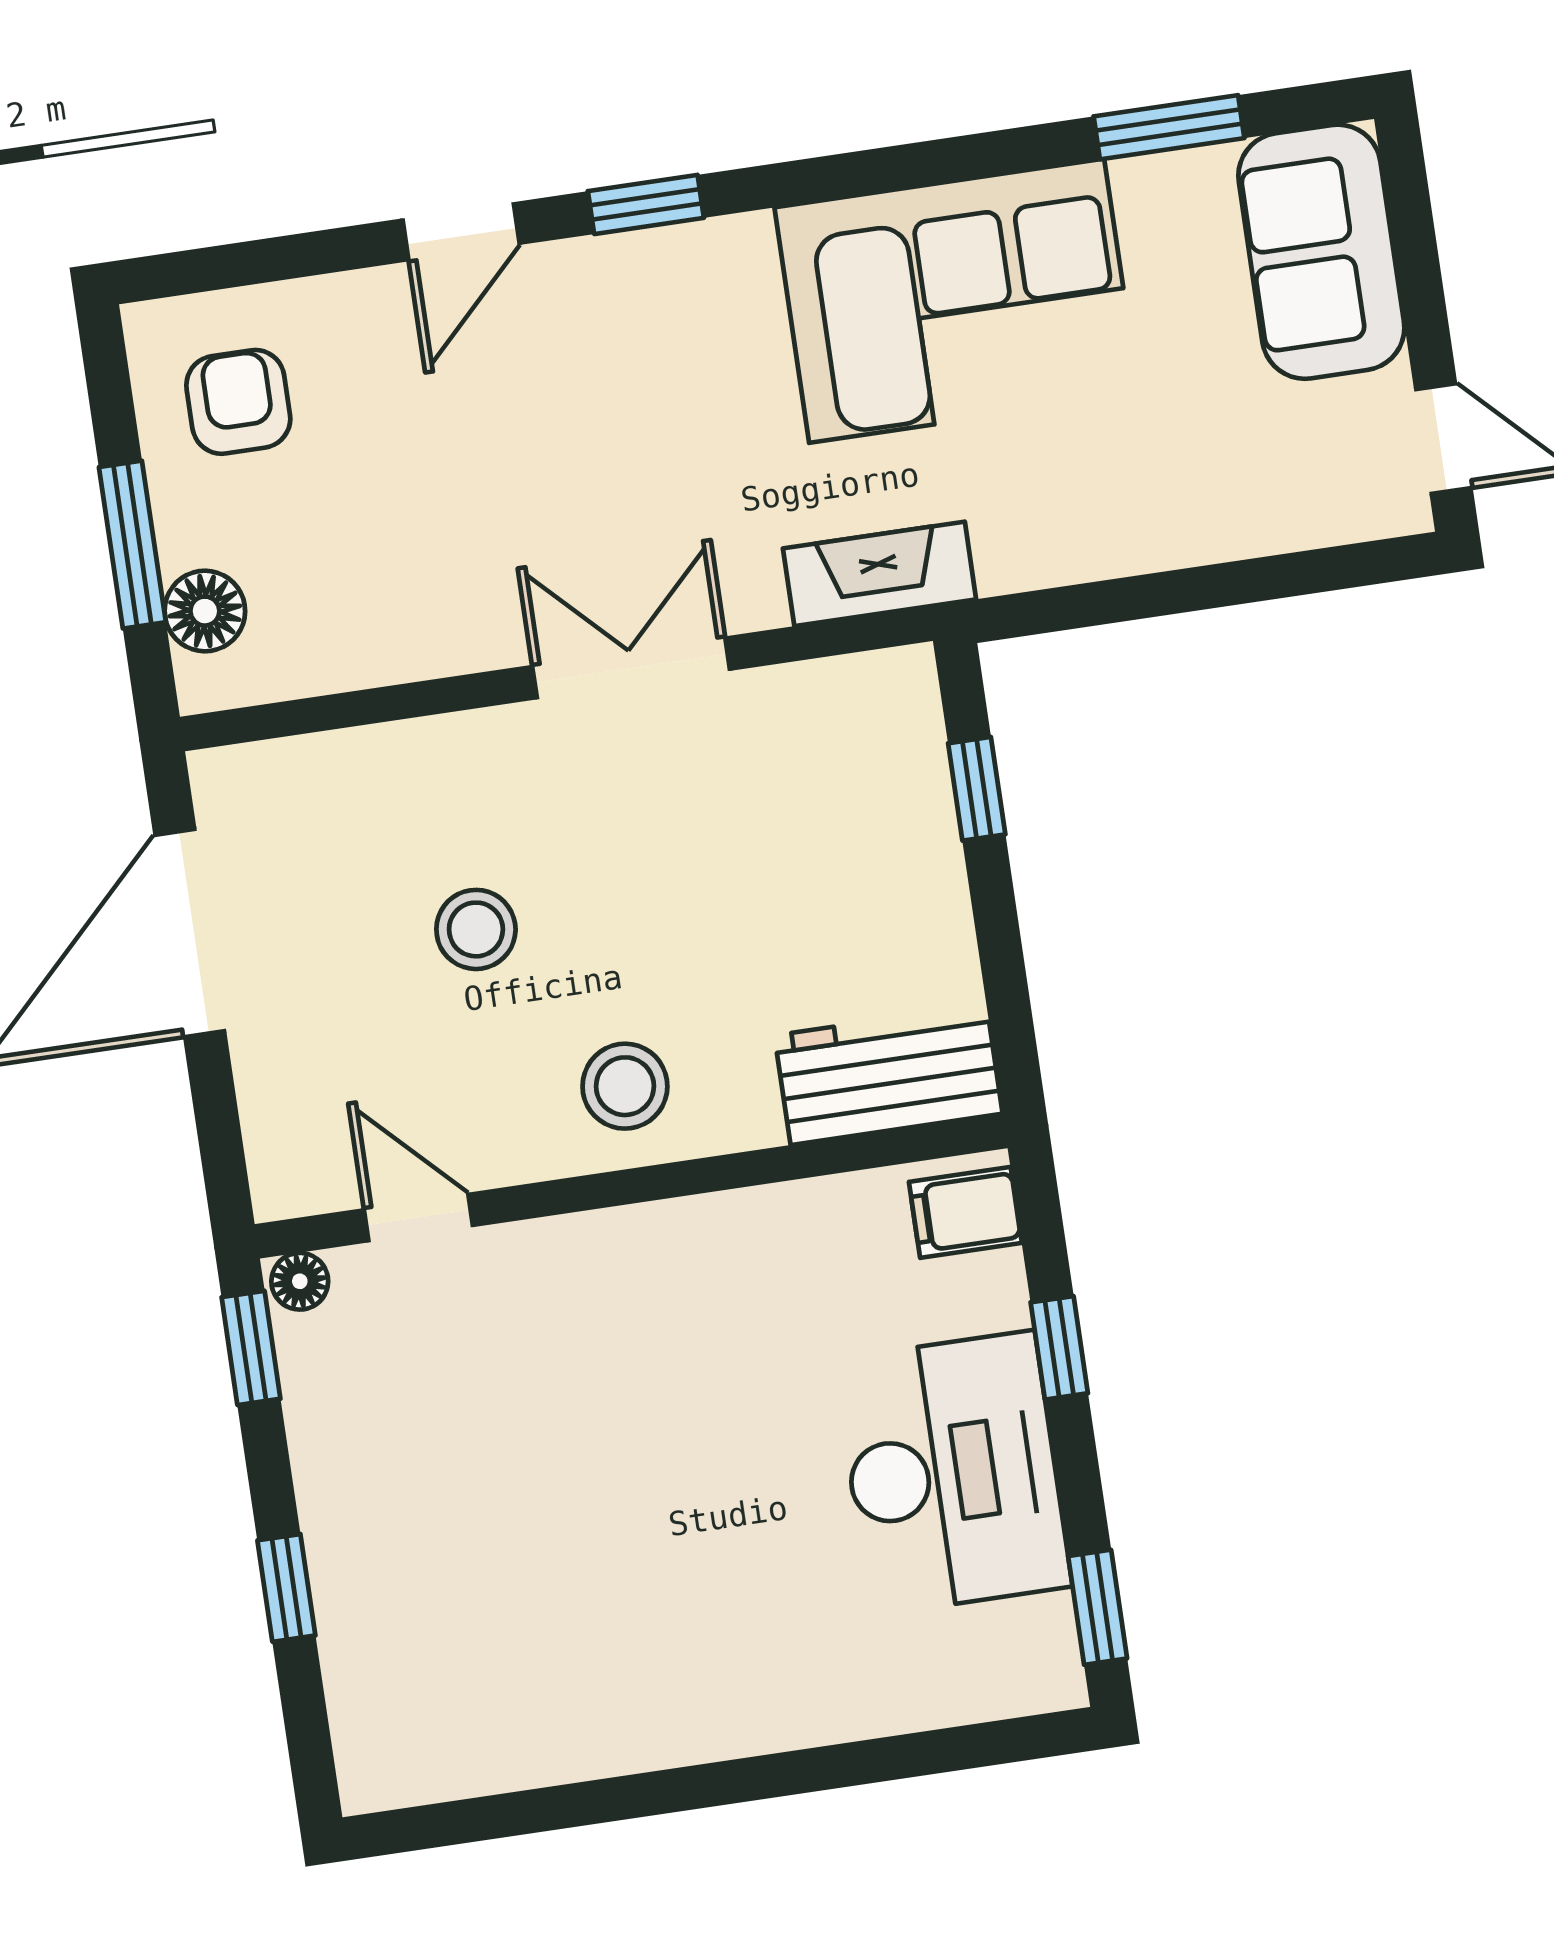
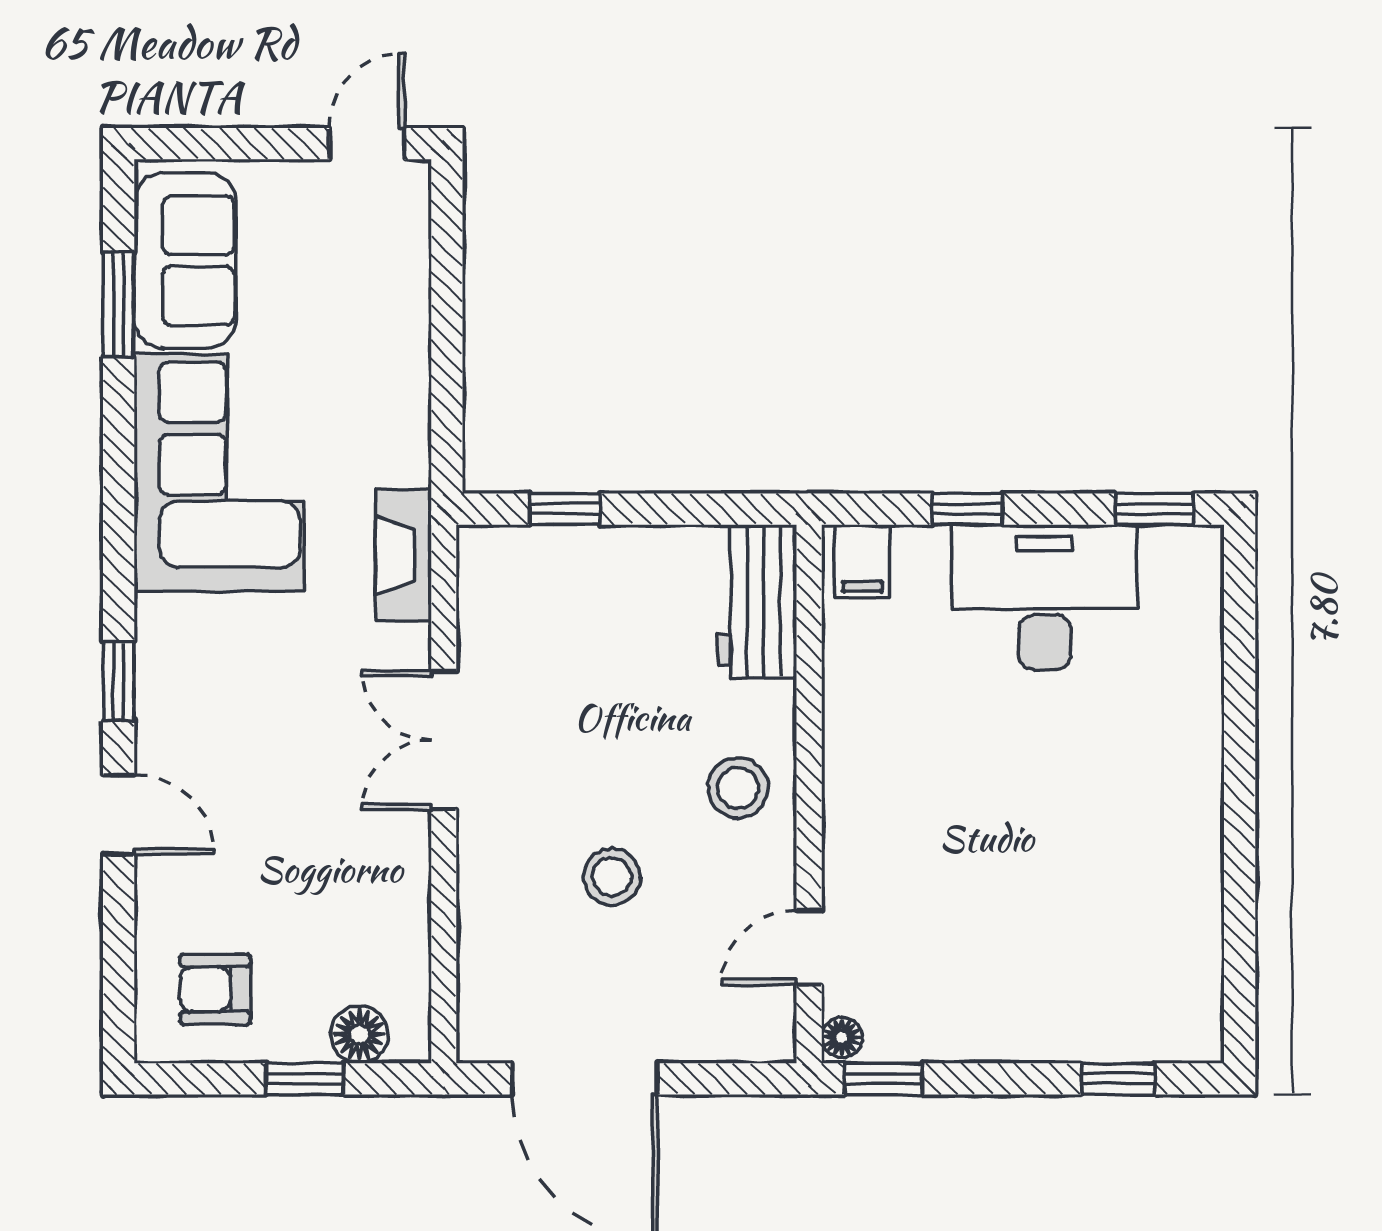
sofa: (1321, 252) -> (185, 260), moved, turned -90
window: (132, 545) -> (305, 1079), width x0.67
window: (286, 1588) -> (1118, 1079), moved

